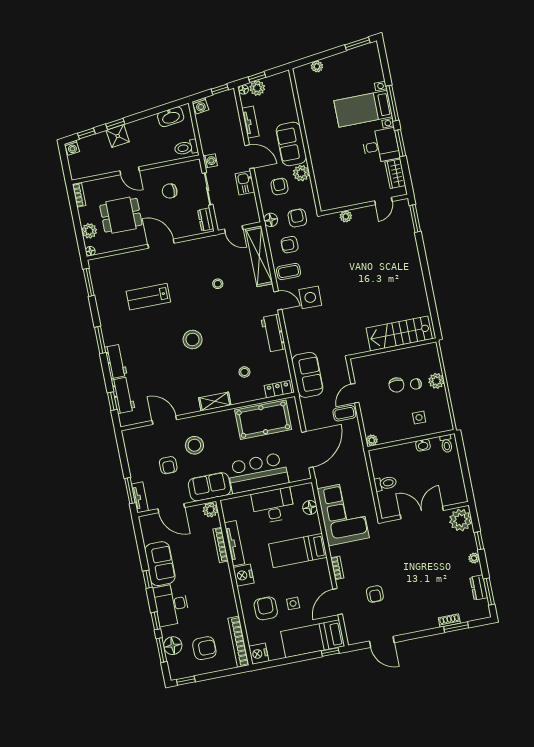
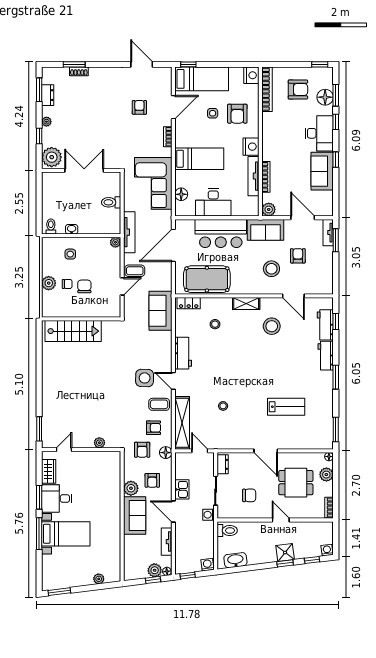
stool: (193, 339) -> (272, 326), moved
tv unit: (359, 454) -> (129, 232), added
double door: (422, 513) -> (84, 170), swing flipped
armchair: (204, 648) -> (298, 90), turned 180

